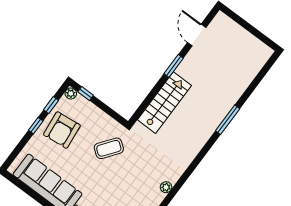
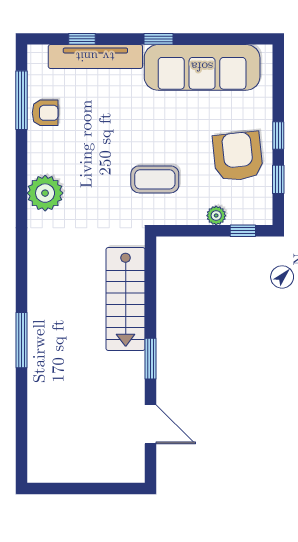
plant: (71, 93) -> (216, 216), moved
coffee table: (109, 148) -> (155, 179), turned 53
plant: (166, 187) -> (45, 193), width x1.87, depth x1.87

